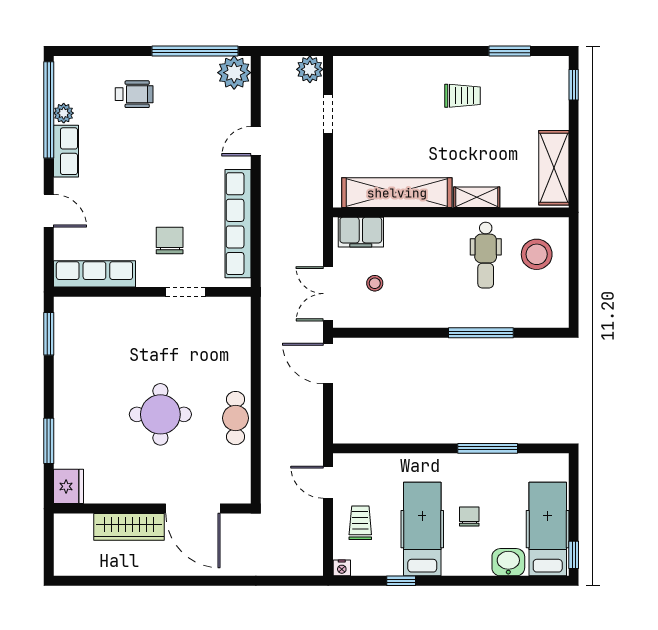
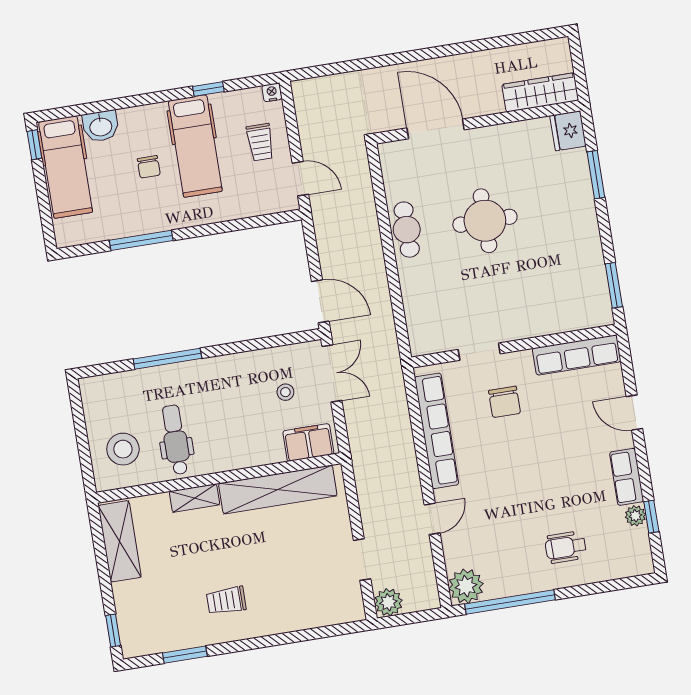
window: (49, 110) -> (651, 517), width x0.32
wardrobe: (129, 527) -> (540, 92), moved

